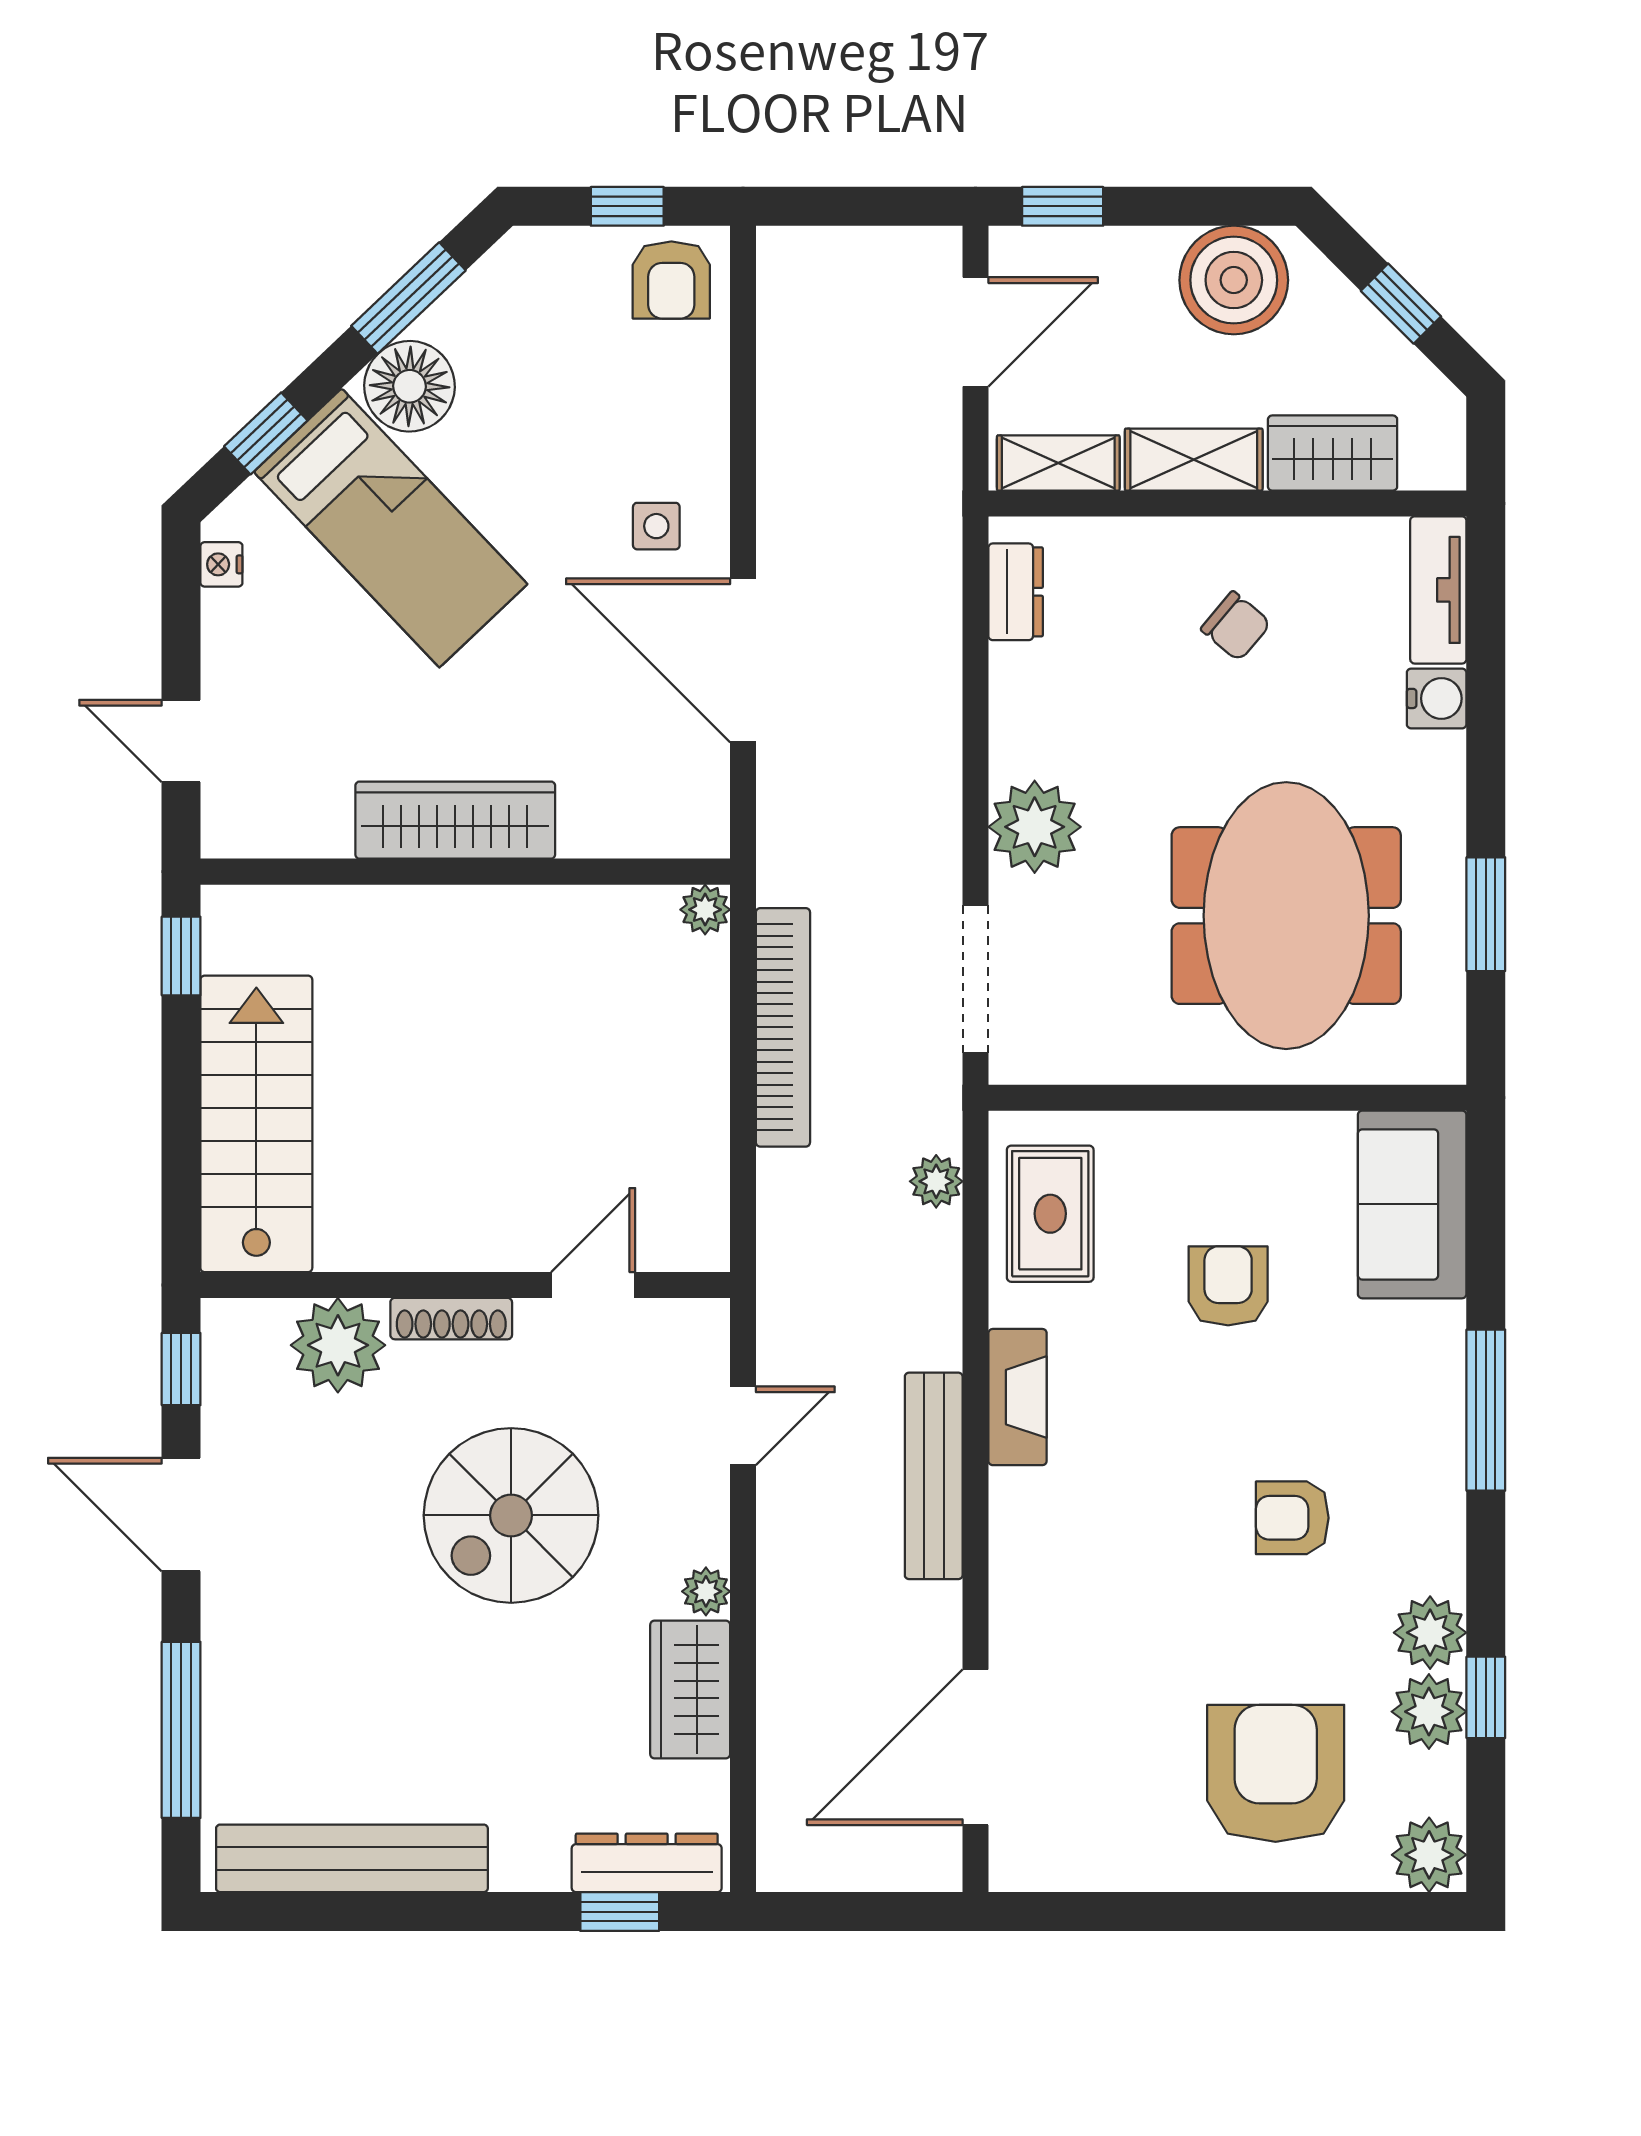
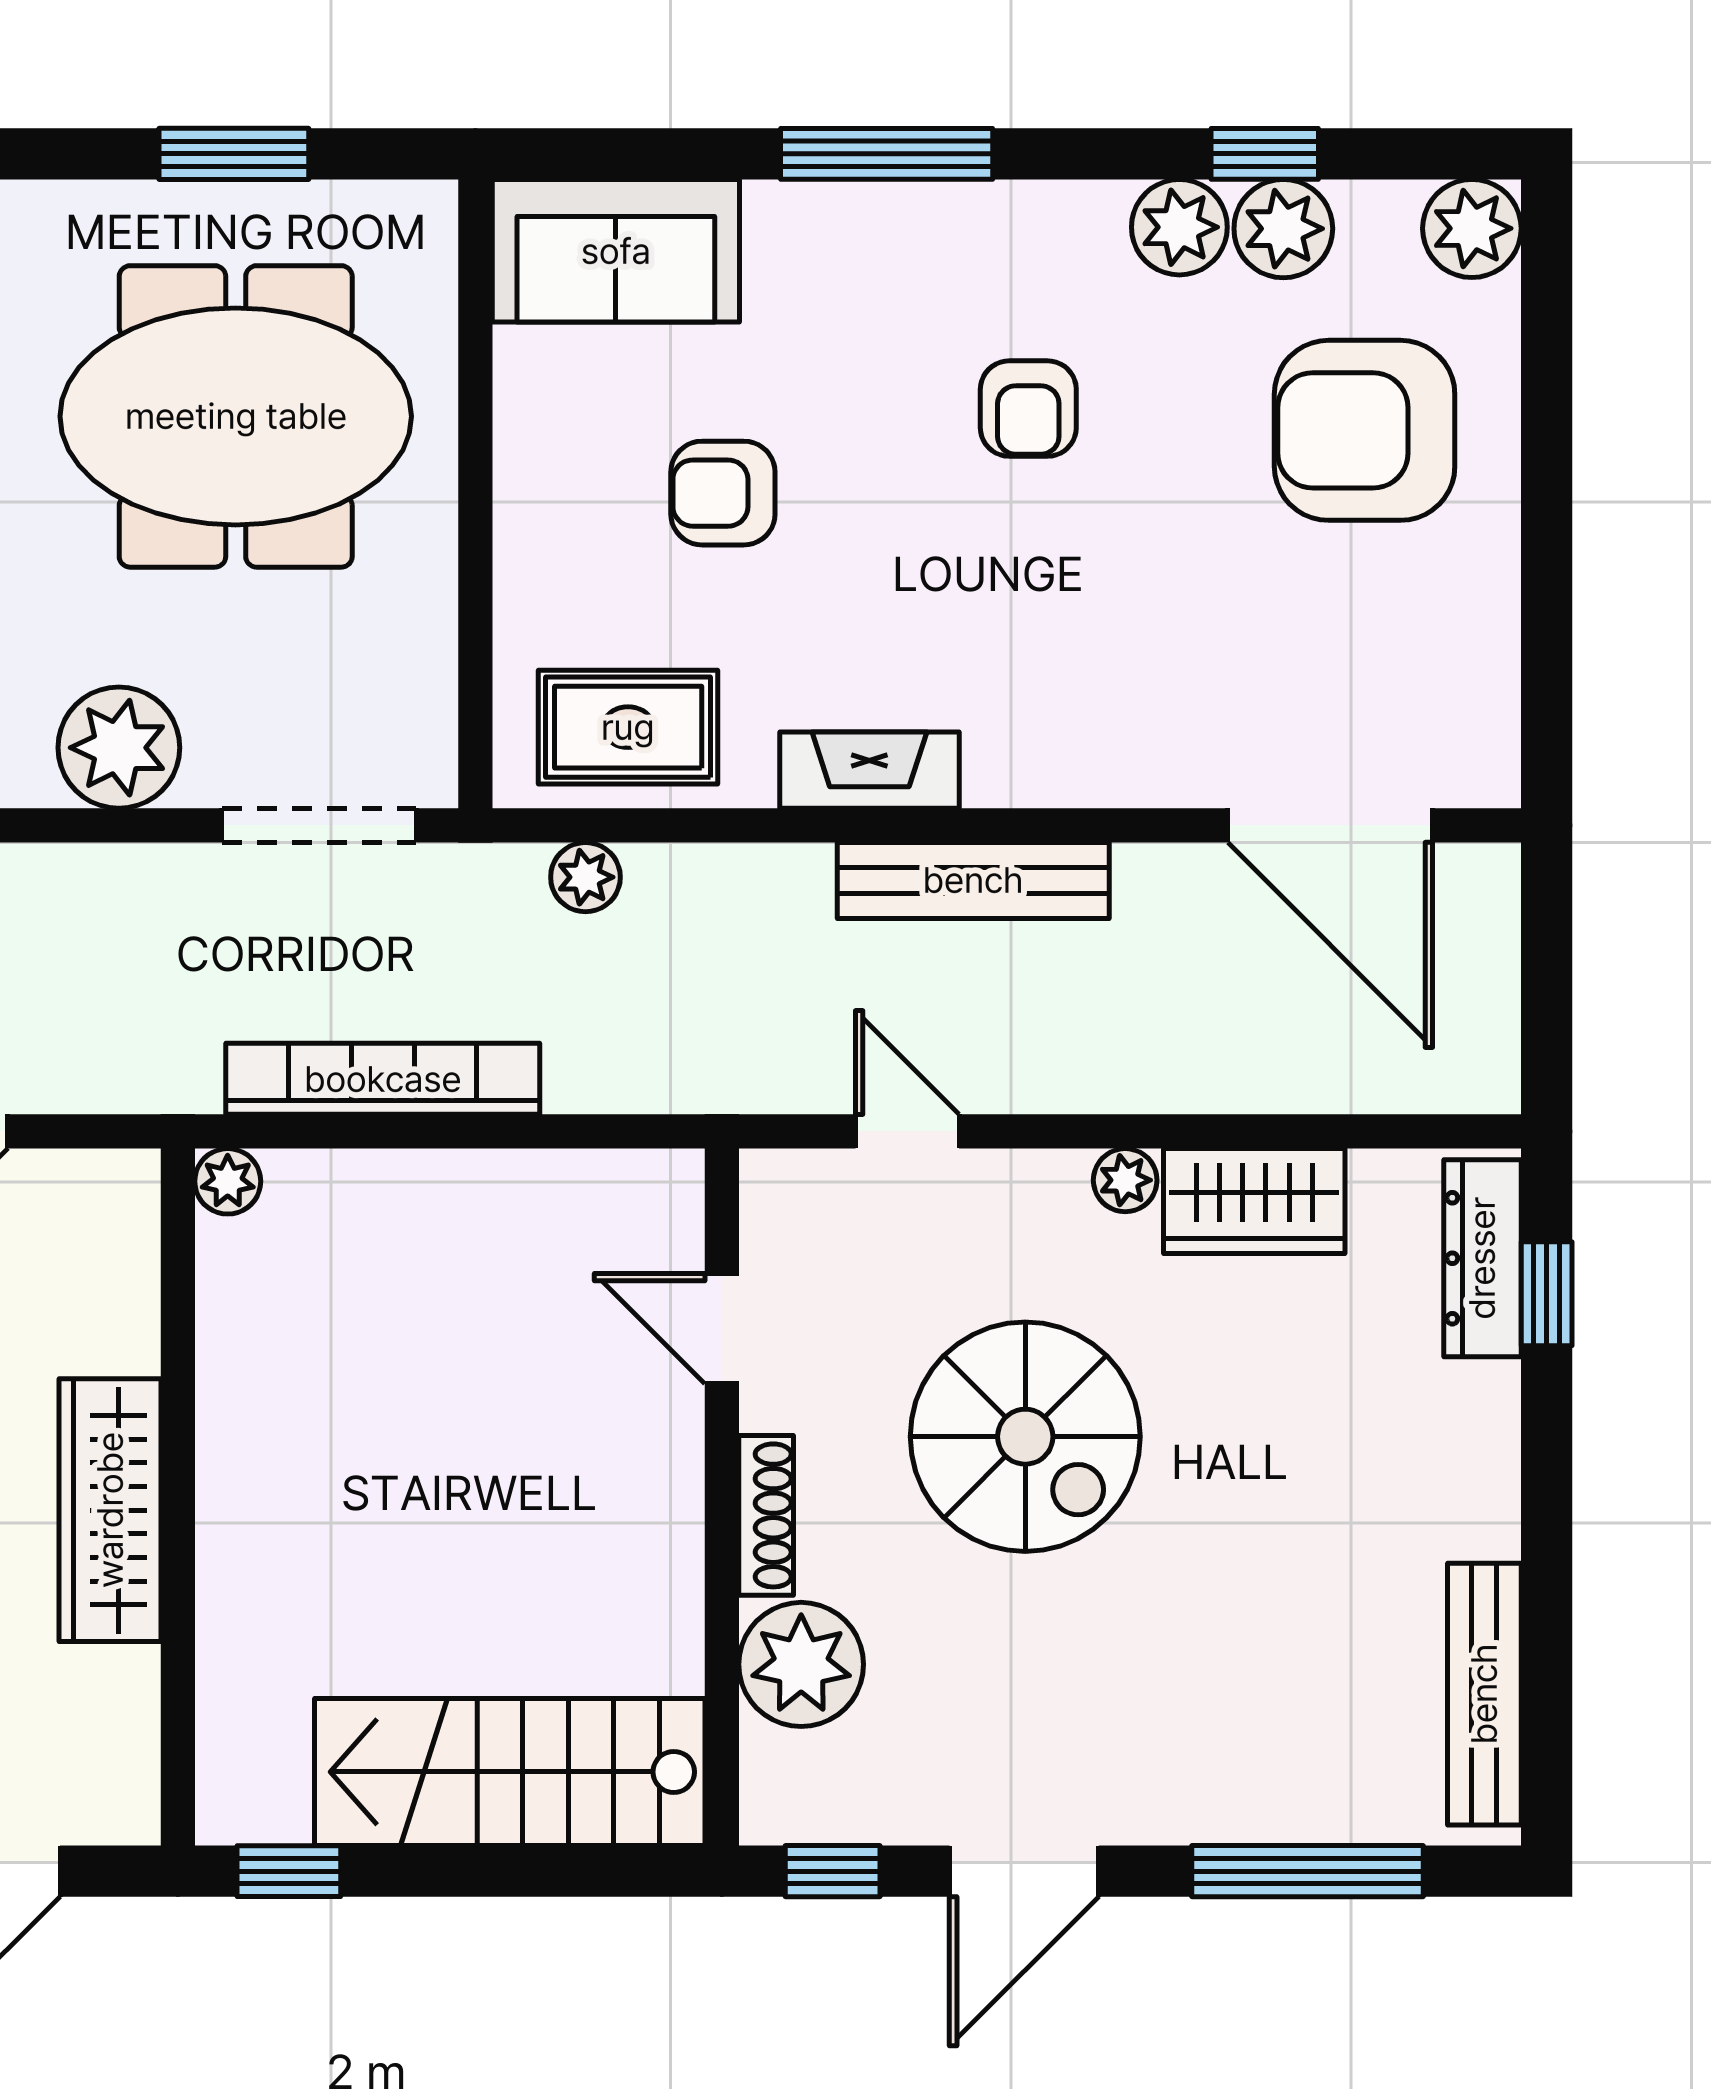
bench: (352, 1858) -> (1484, 1694), width x0.73, depth x0.82

